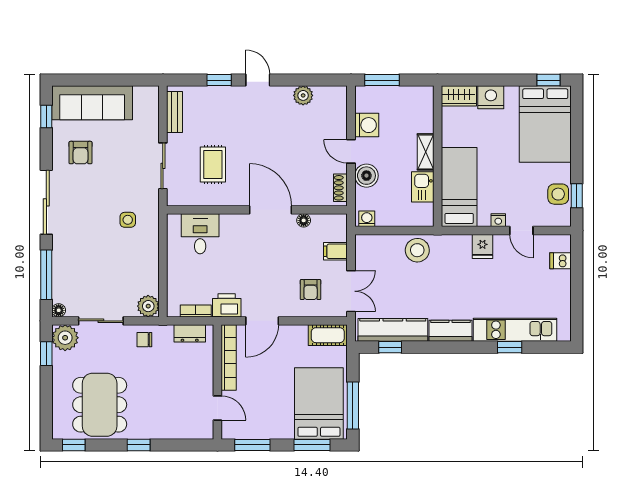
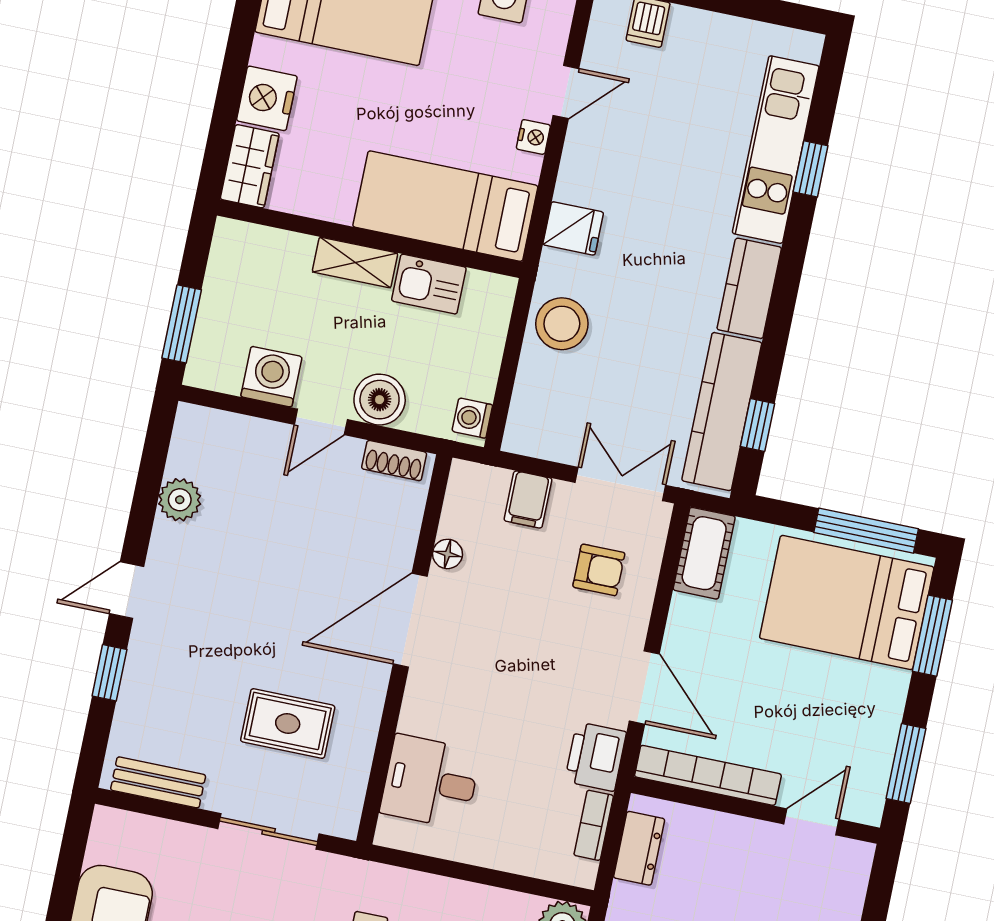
fridge: (483, 246) -> (573, 228), moved

